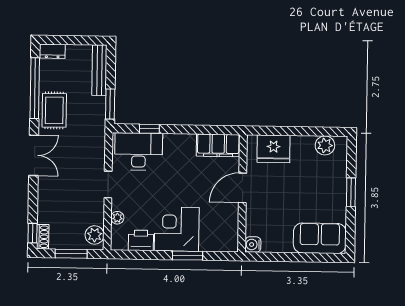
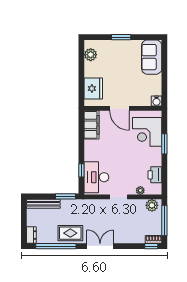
corner desk: (177, 229) -> (147, 132), moved
window: (71, 254) -> (164, 221), width x1.44

